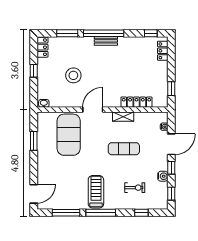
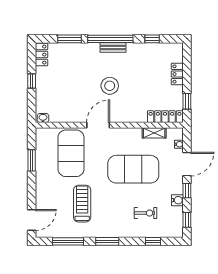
window: (151, 33) -> (152, 39), moved
locker: (163, 51) -> (177, 74), moved
stool: (73, 75) -> (110, 86), moved
locker: (136, 102) -> (165, 117), moved
shelving: (123, 117) -> (154, 133), moved
exercise mat: (124, 149) -> (133, 169), width x2.00, depth x1.45
treadmill: (96, 192) -> (82, 204), moved
window: (101, 213) -> (107, 241), width x0.69

